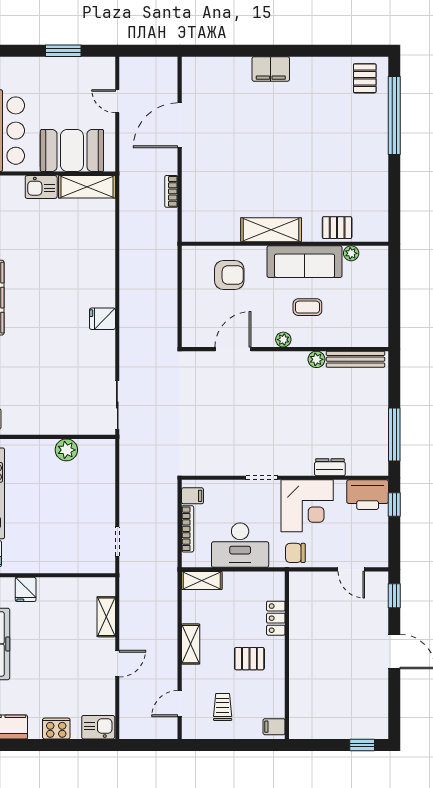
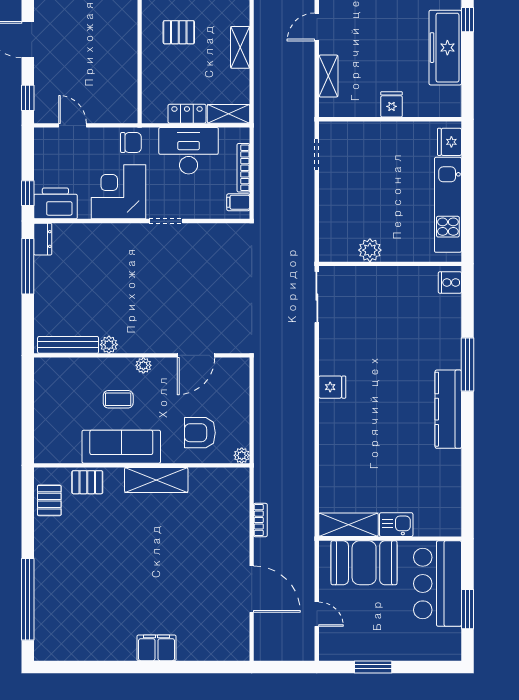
pallet: (365, 78) -> (49, 500), moved
door: (180, 125) -> (252, 589), hinge flipped
plant: (351, 253) -> (242, 455), moved
dresser: (330, 467) -> (43, 239), moved, turned -90
fridge: (26, 589) -> (392, 104), moved
locker: (276, 618) -> (187, 114), moved, turned -90

